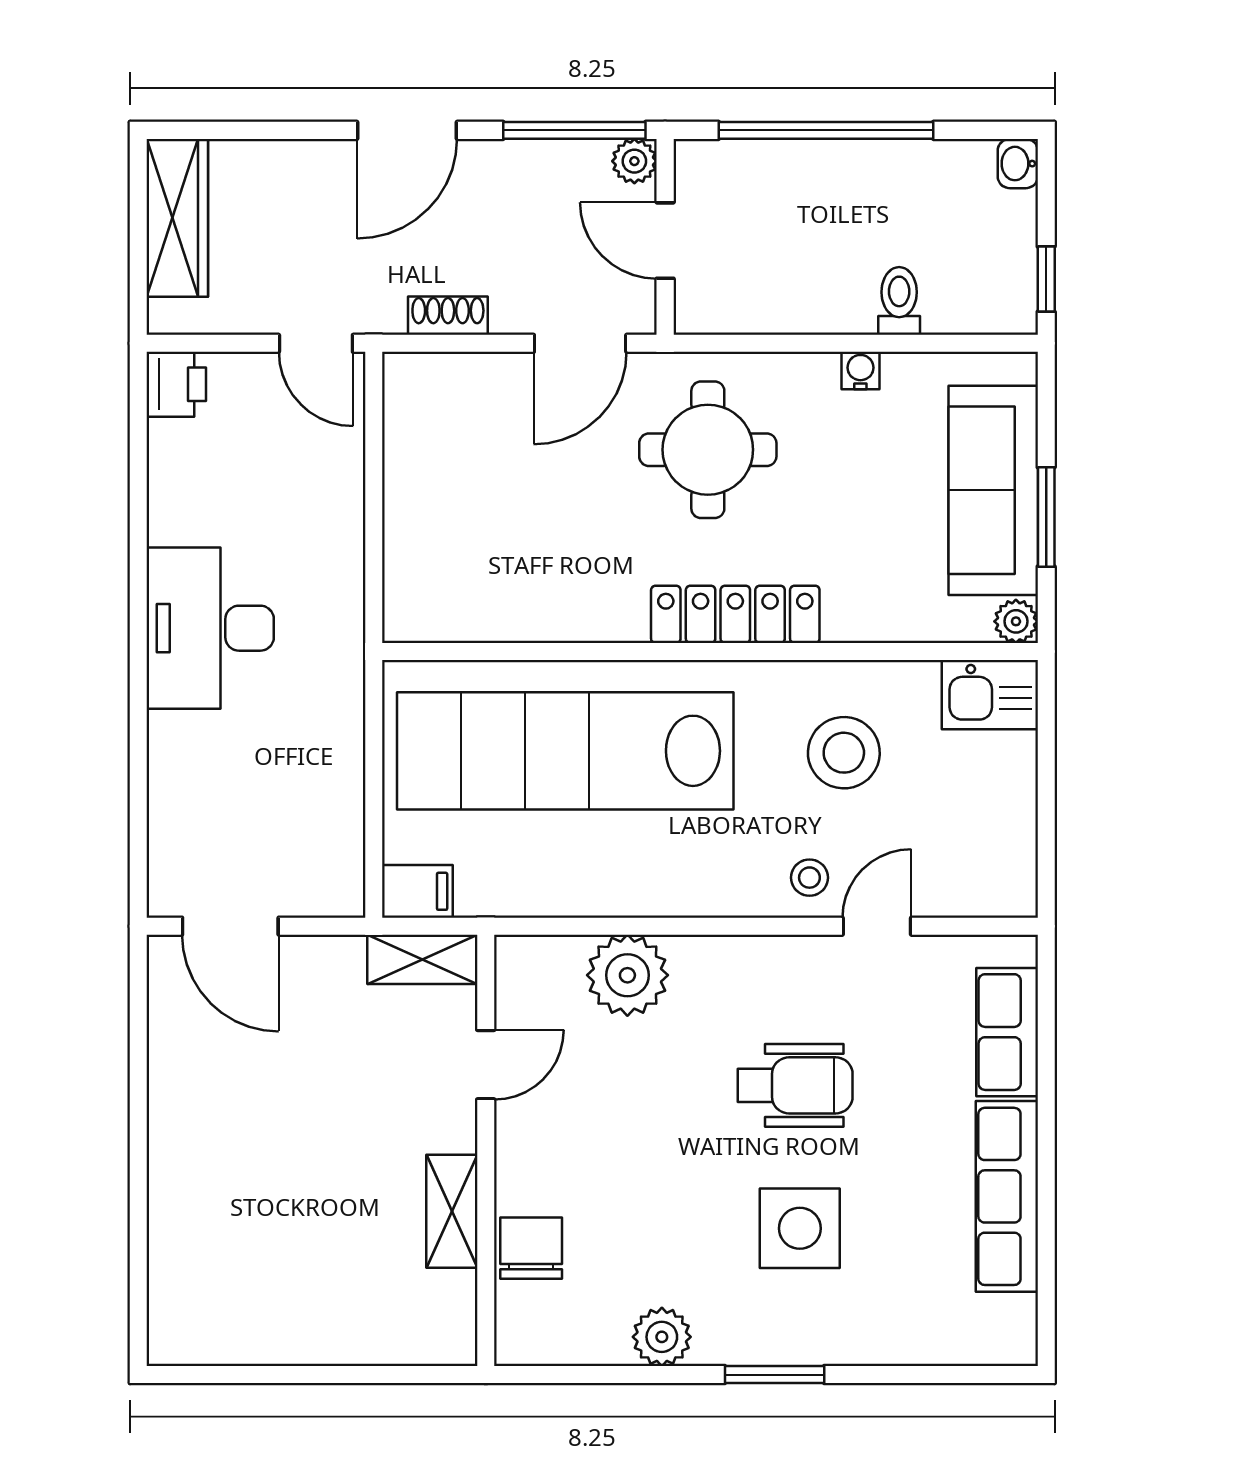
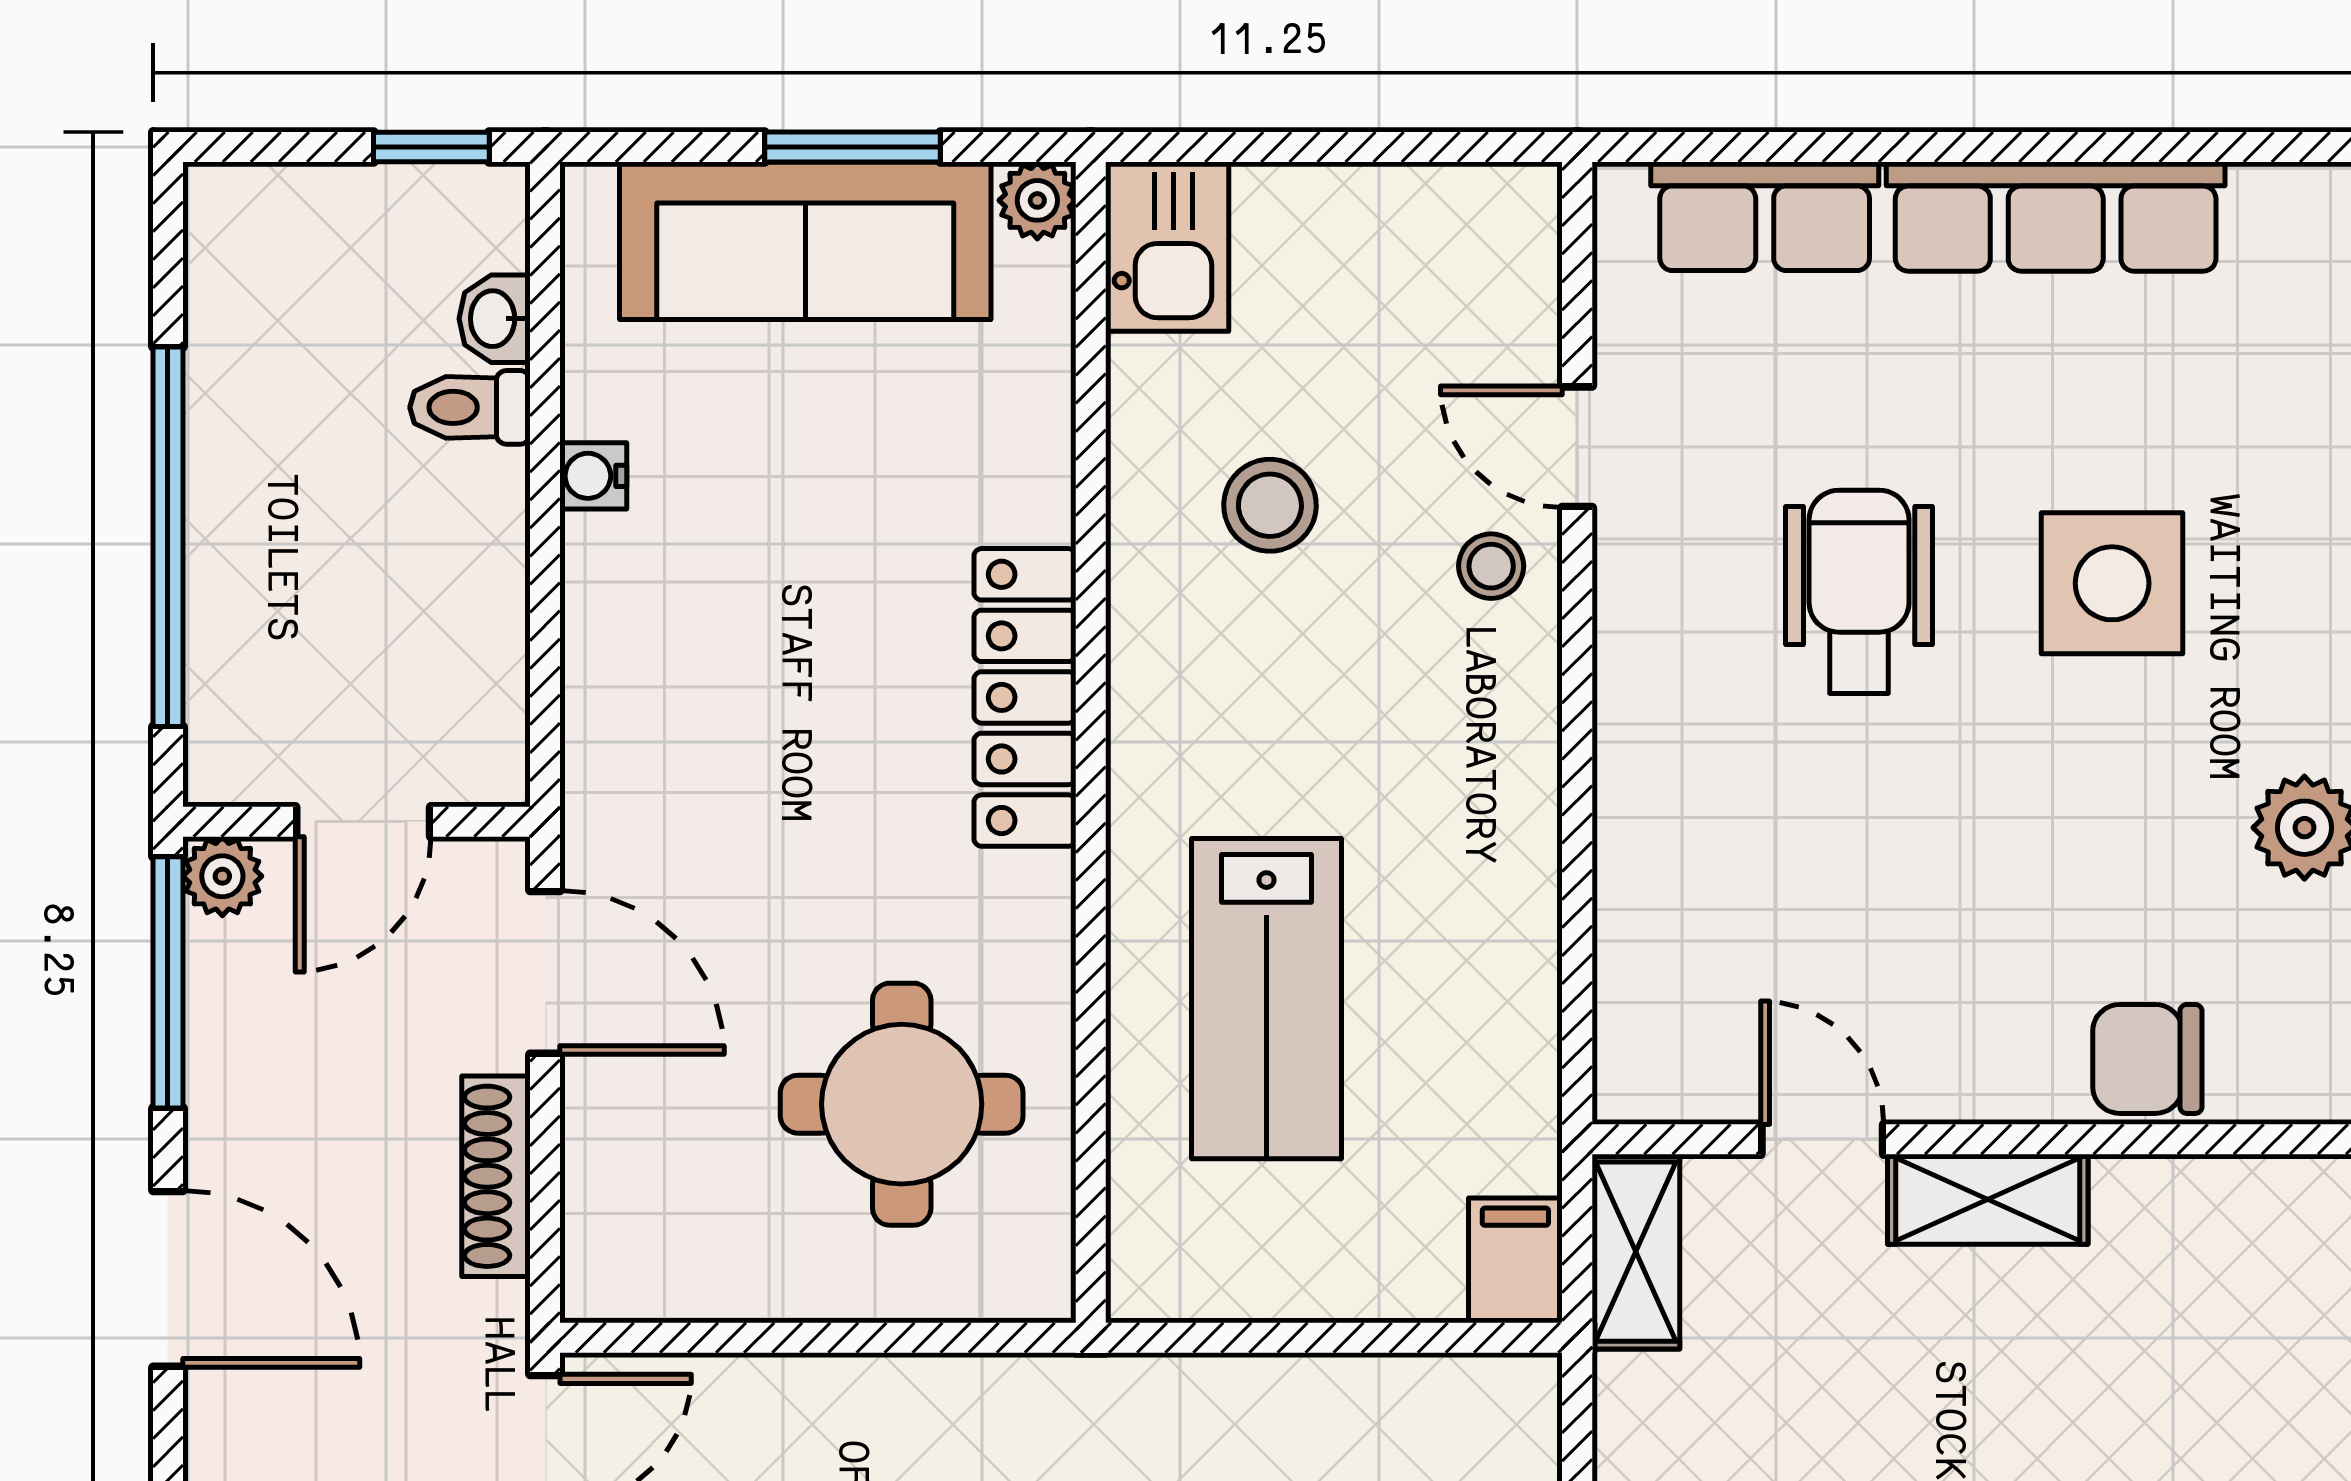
washbasin: (1018, 164) -> (495, 319), moved, turned 90
shoe rack: (448, 316) -> (496, 1176), width x1.43
round table: (708, 450) -> (902, 1104), moved
lab bench: (565, 751) -> (1267, 999), width x0.54, depth x0.72
stool: (844, 753) -> (1270, 505), width x0.73, depth x0.73
plant: (627, 975) -> (1664, 888), removed
shelving: (452, 1211) -> (1988, 1199), moved

